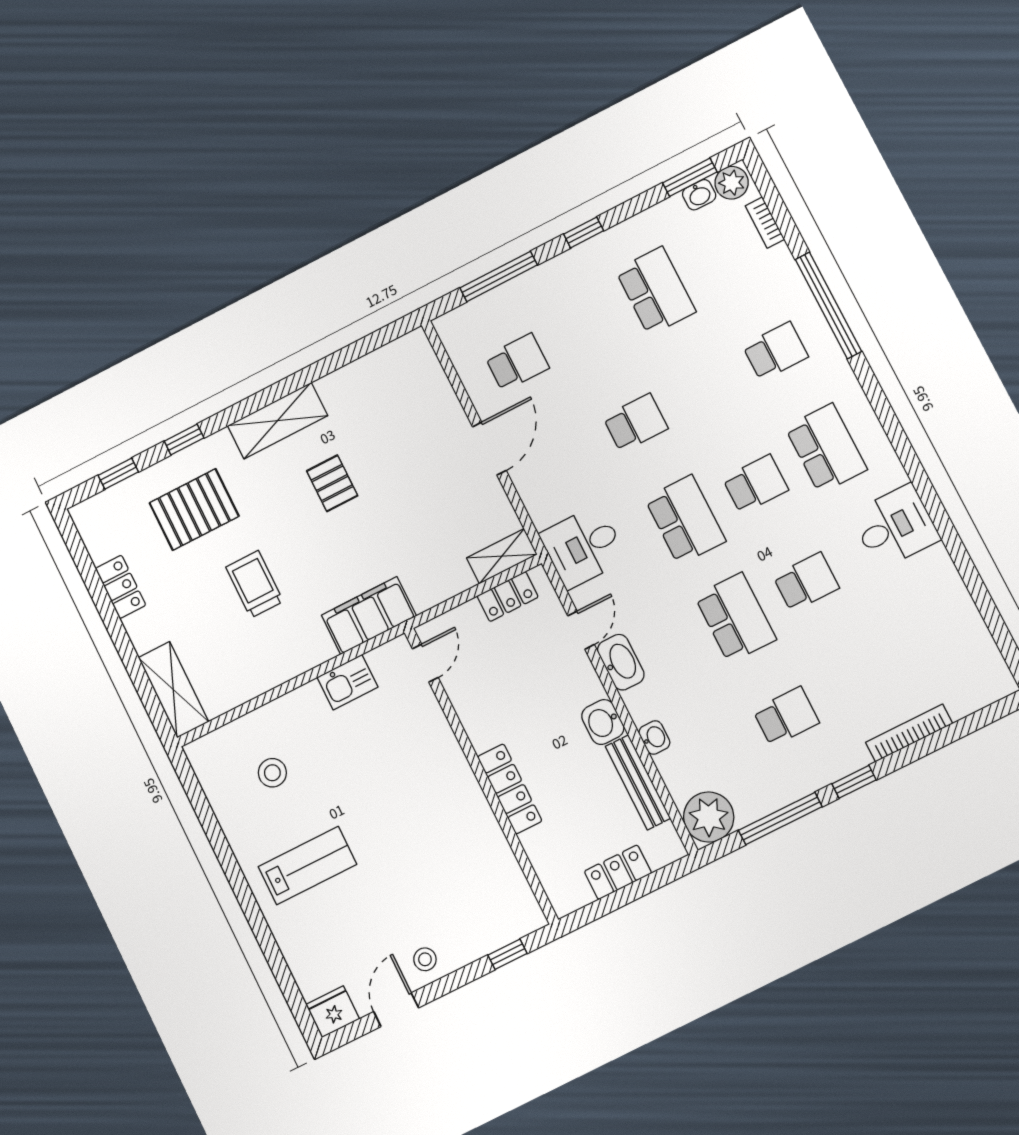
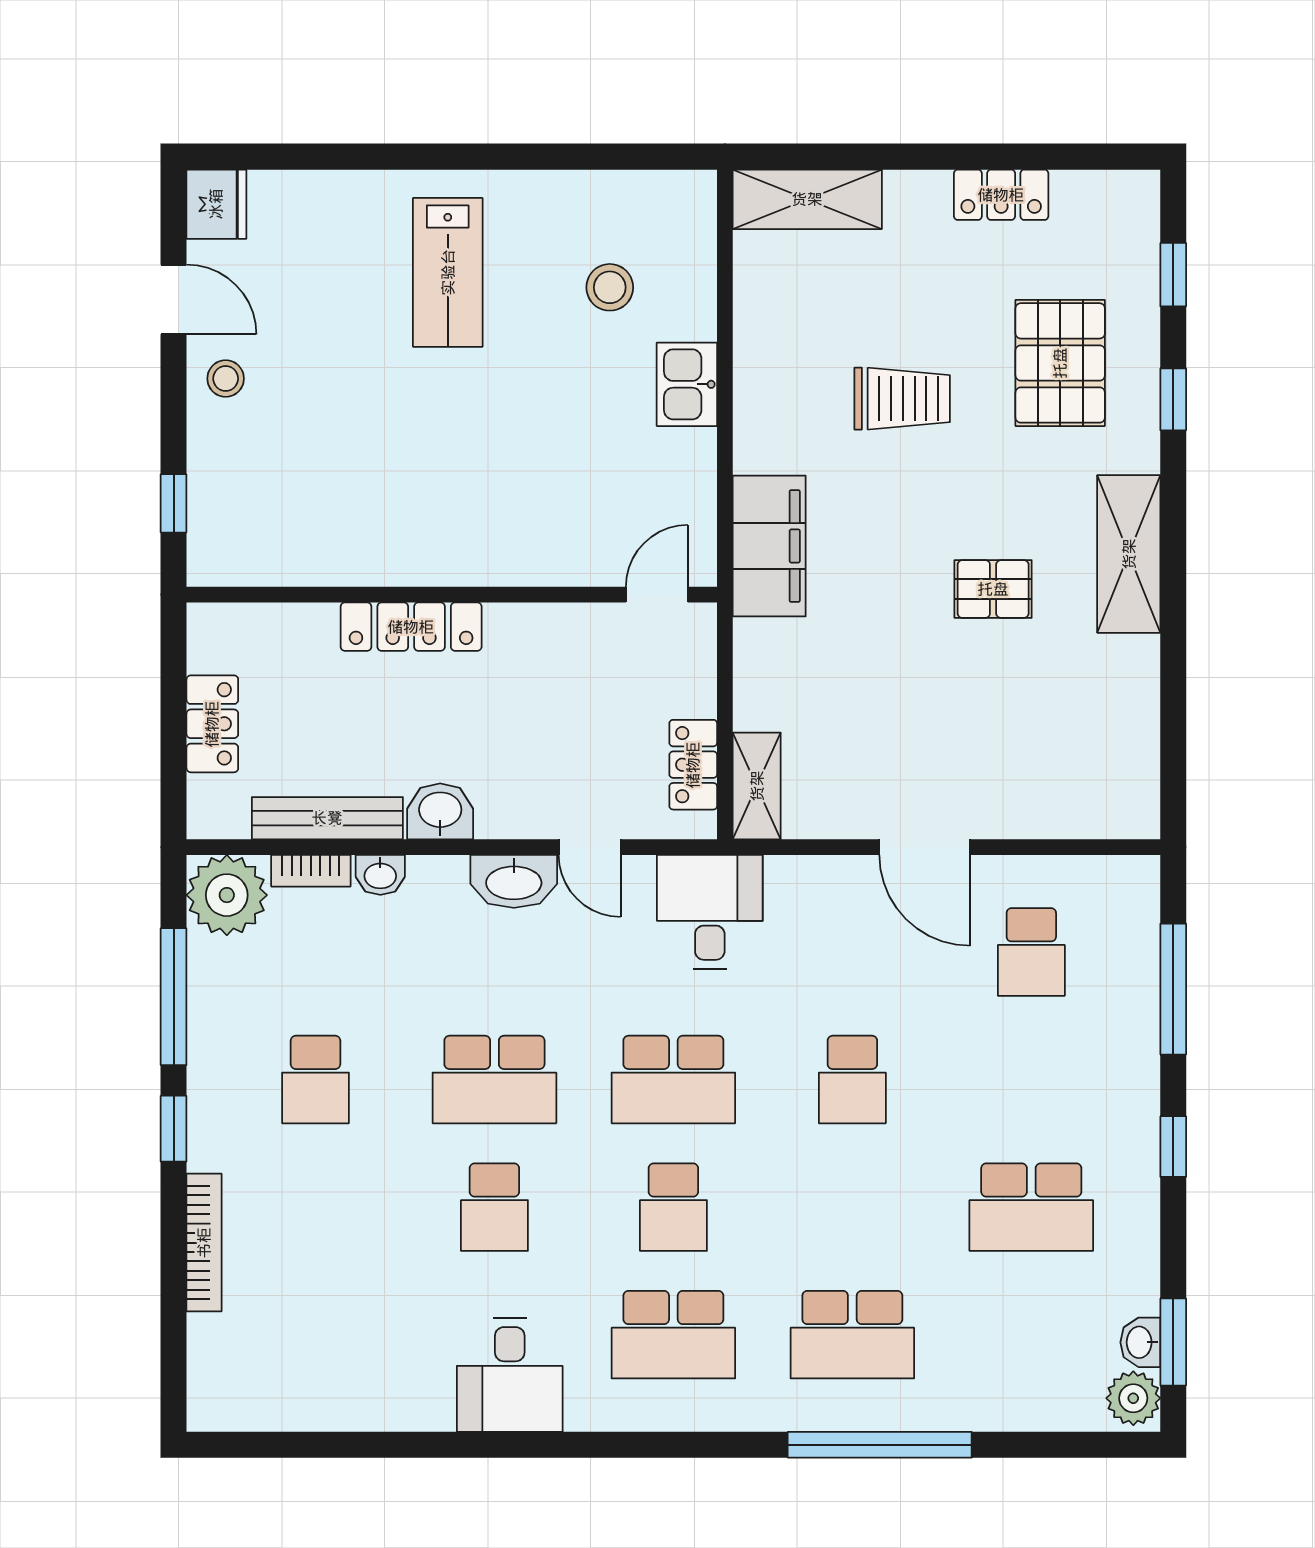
bookcase: (765, 223) -> (311, 871), moved, turned 180
school desk: (775, 351) -> (852, 1335), width x1.85
door: (425, 663) -> (657, 595), swing flipped
kitchen sink: (347, 682) -> (687, 384), moved

